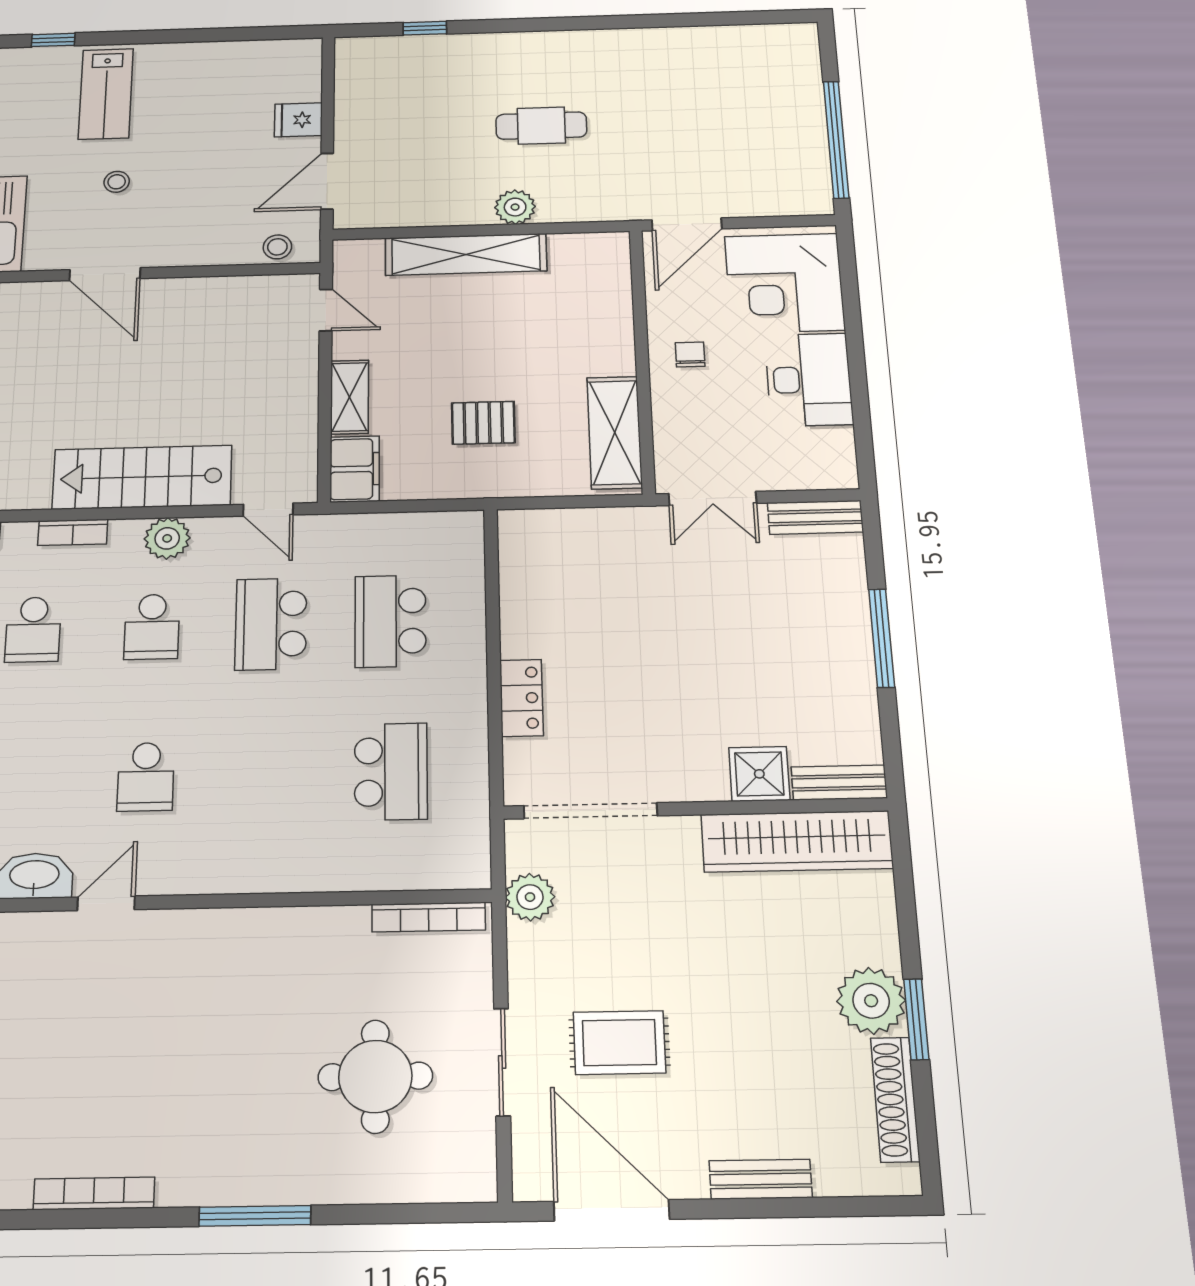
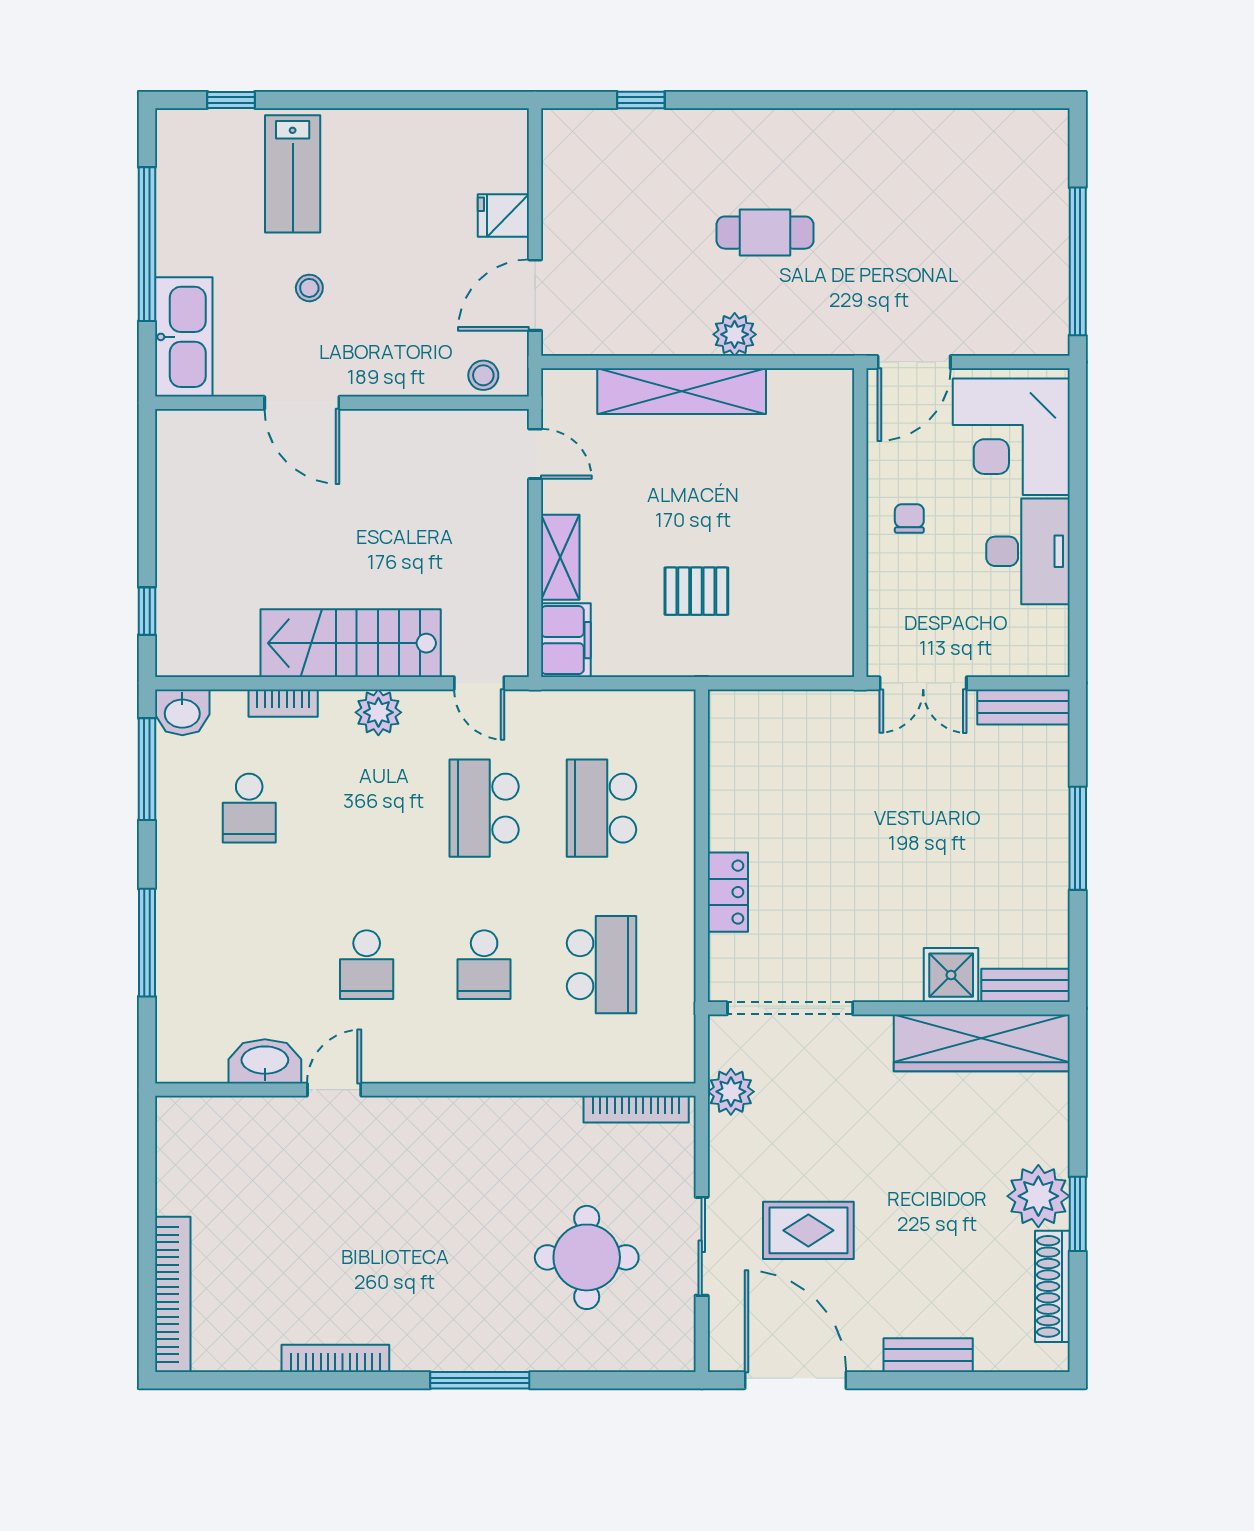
shelving: (615, 432) -> (829, 606), removed
school desk: (152, 627) -> (484, 965), moved

